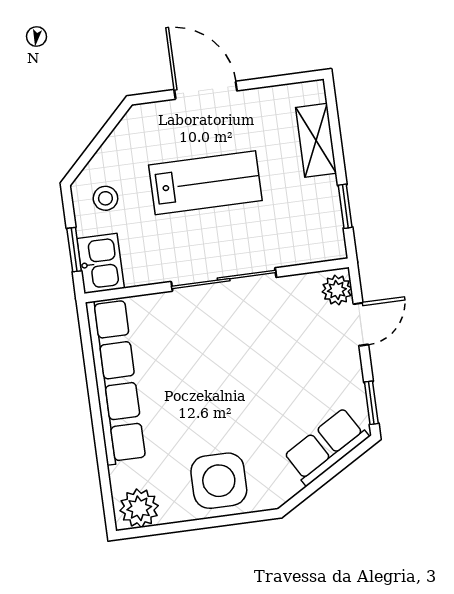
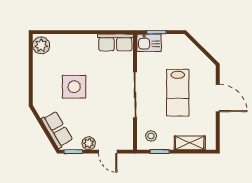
door: (206, 90) -> (218, 98), hinge flipped
stool: (105, 198) -> (151, 136), moved
plant: (337, 290) -> (89, 143), moved
row of seats: (116, 381) -> (115, 42), width x0.50
side table: (219, 481) -> (74, 87), moved

